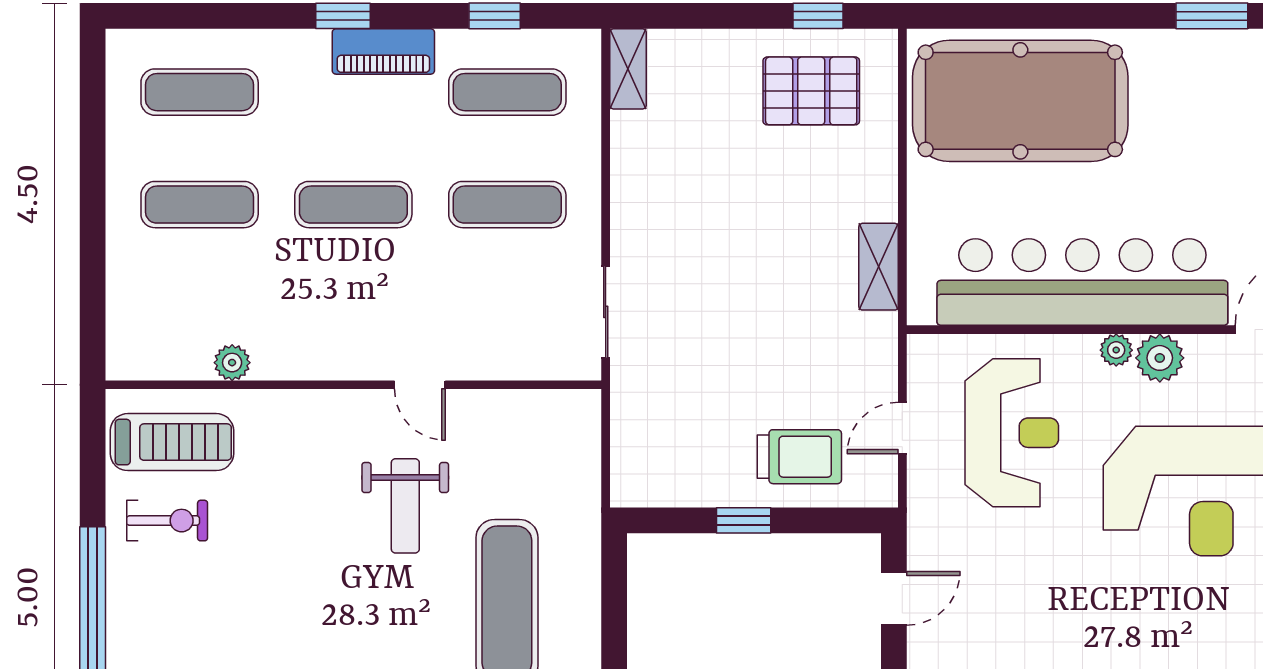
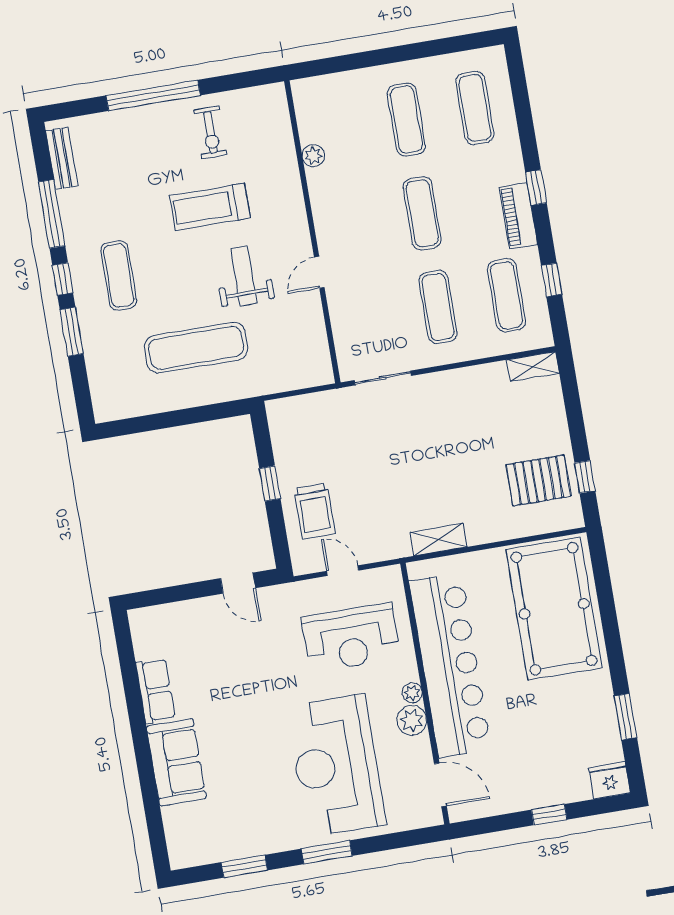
pallet: (811, 91) -> (539, 480), turned 90
treadmill: (172, 442) -> (210, 207), moved, turned 90
weight bench: (405, 506) -> (244, 276), turned 90

